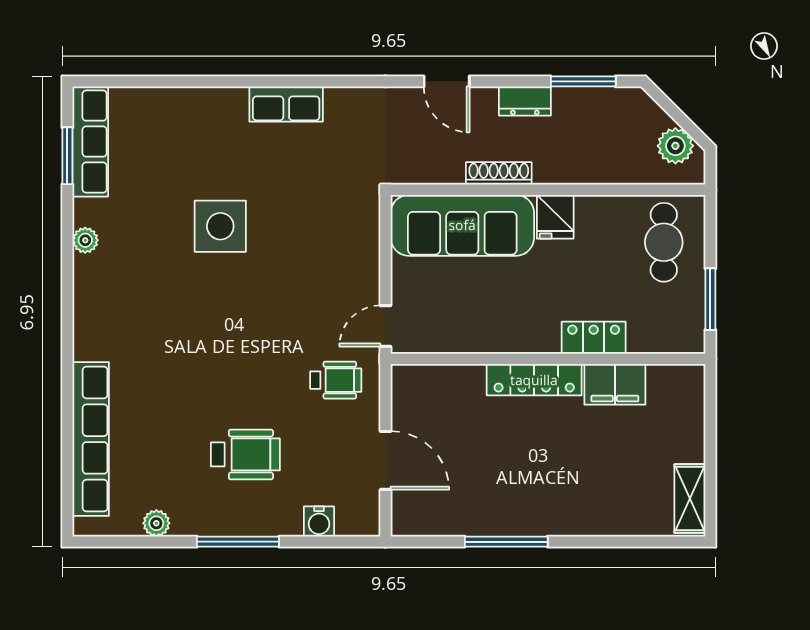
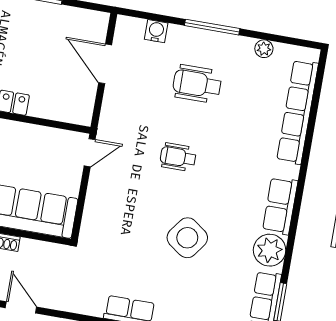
side table: (220, 226) -> (187, 238), turned 36
plant: (85, 240) -> (270, 250), width x1.88, depth x1.88
row of seats: (92, 297) -> (280, 206), added
wheelchair: (336, 380) -> (178, 157), moved

